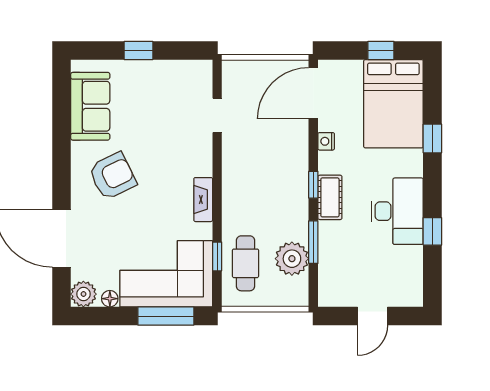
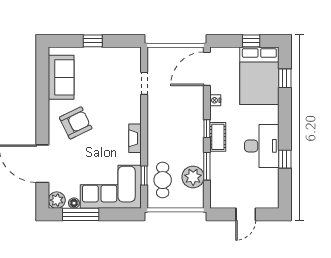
window: (432, 139) -> (285, 78), moved
window: (166, 316) -> (81, 214), moved

